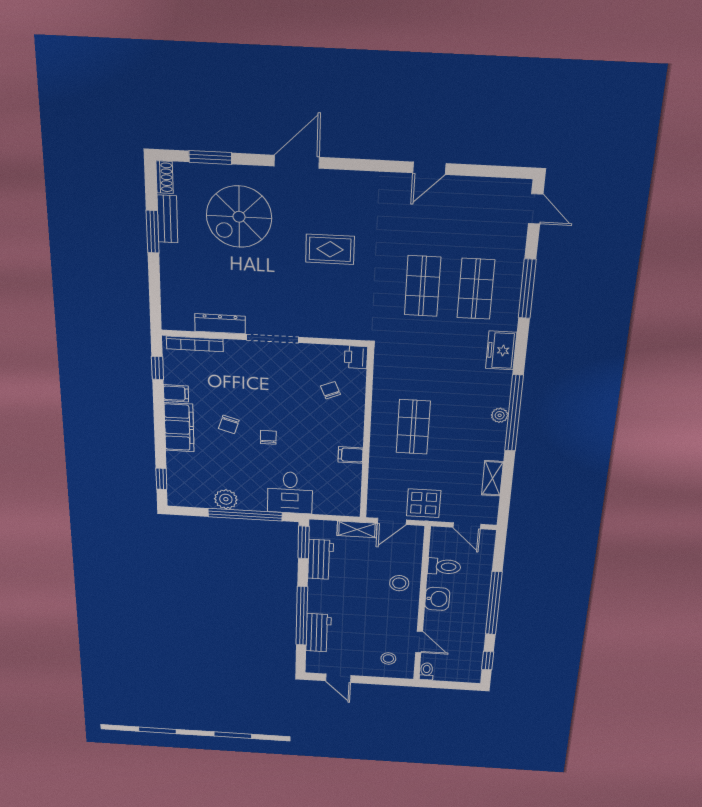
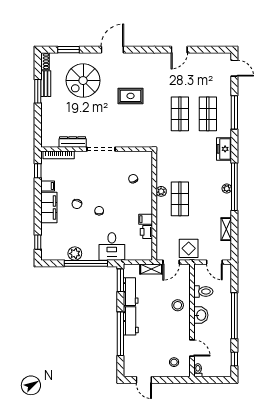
printer: (356, 357) -> (146, 232), moved
plant: (380, 413) -> (161, 191), added
workbench: (318, 633) -> (131, 321), moved

